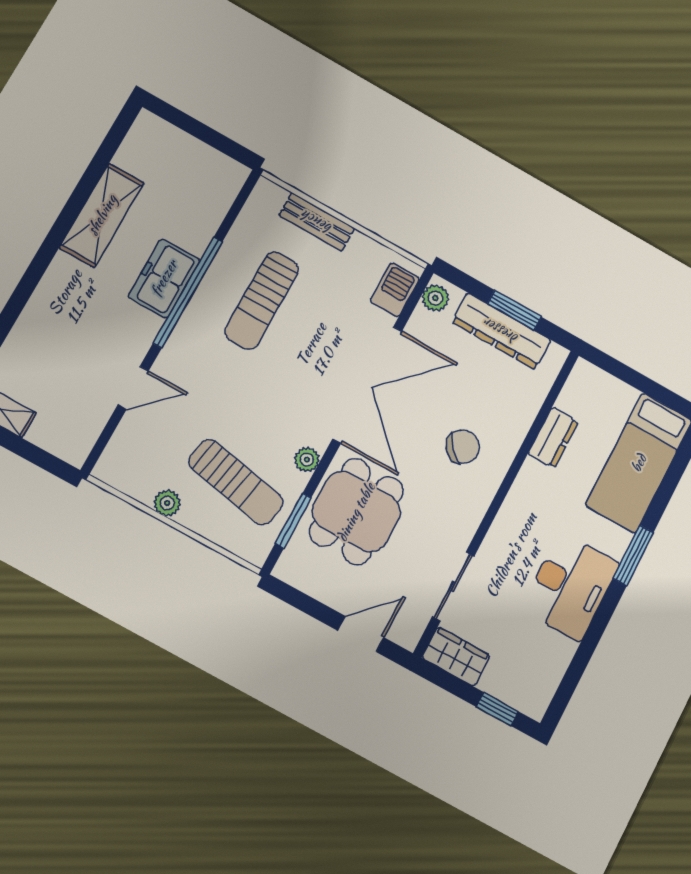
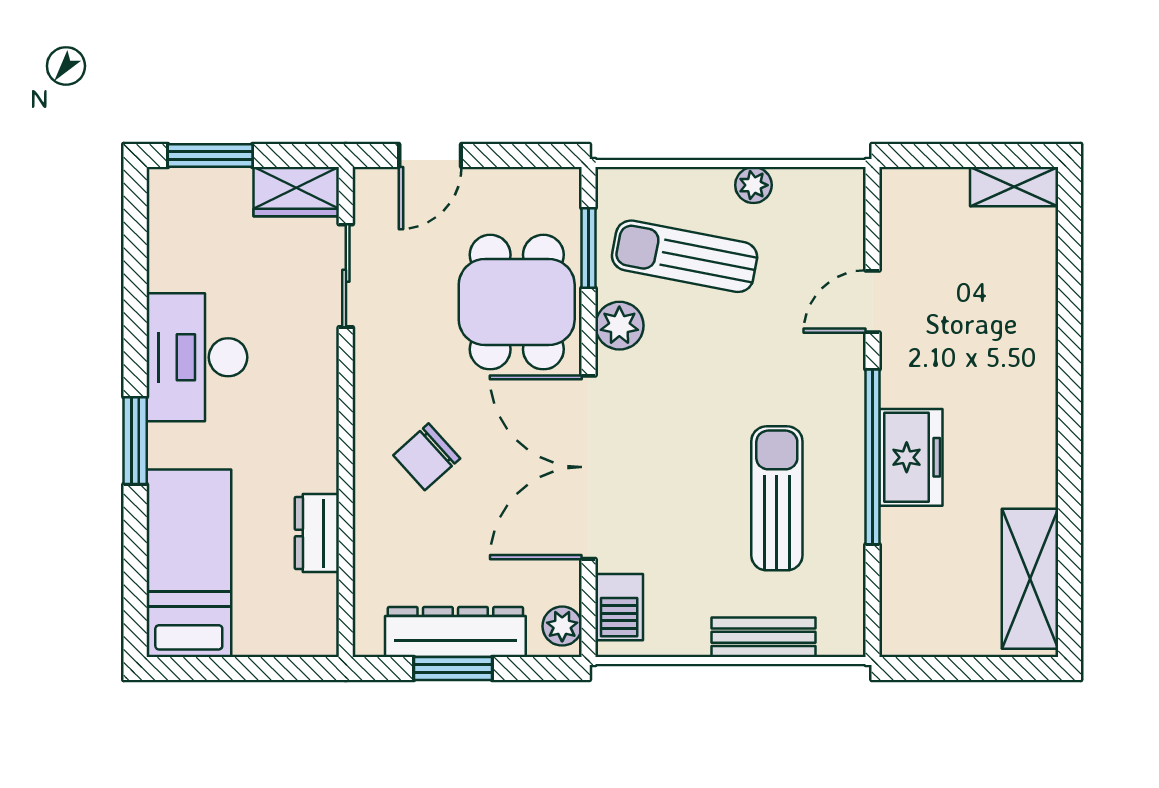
shelving: (102, 215) -> (1030, 579), moved
plant: (307, 460) -> (619, 326), width x1.38, depth x1.38
window: (497, 709) -> (210, 156), width x1.50

